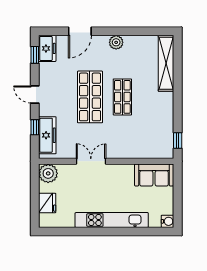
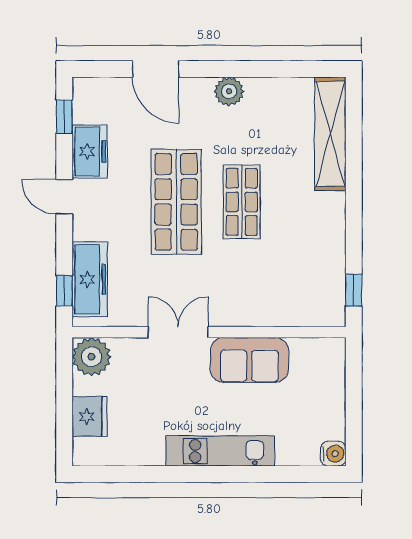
door: (80, 31) -> (156, 69), hinge flipped
freezer: (47, 48) -> (90, 152), moved
window: (35, 127) -> (64, 291), moved
sofa: (154, 175) -> (249, 360), moved
kitchen unit: (112, 220) -> (220, 451), width x0.73

